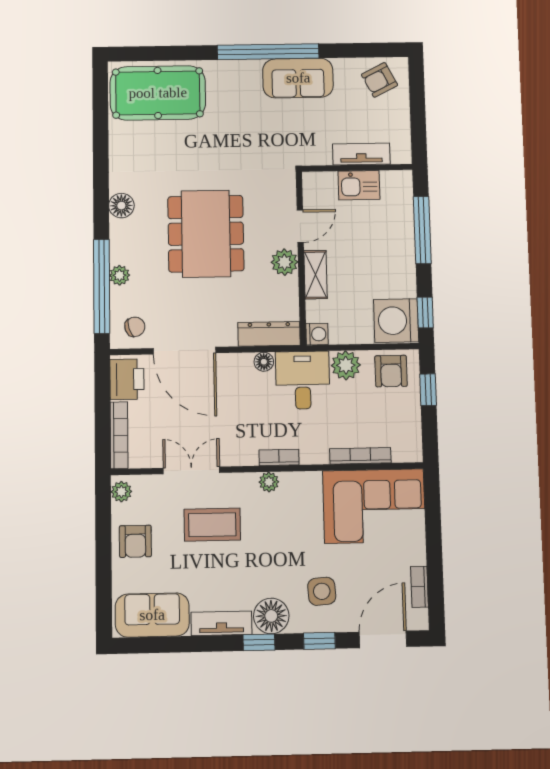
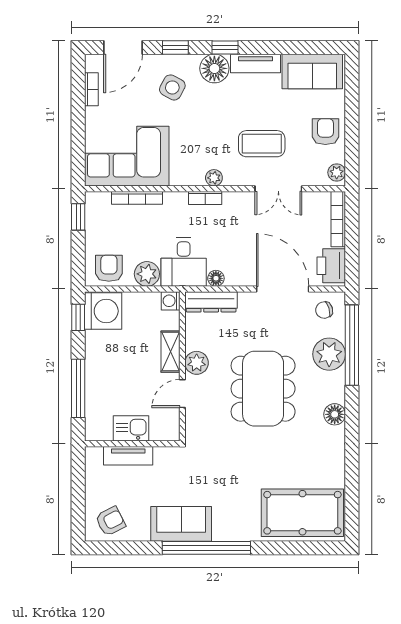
plant: (120, 275) -> (329, 354), width x1.87, depth x1.87
window: (428, 390) -> (78, 217), moved
side table: (322, 591) -> (172, 87), turned 32

